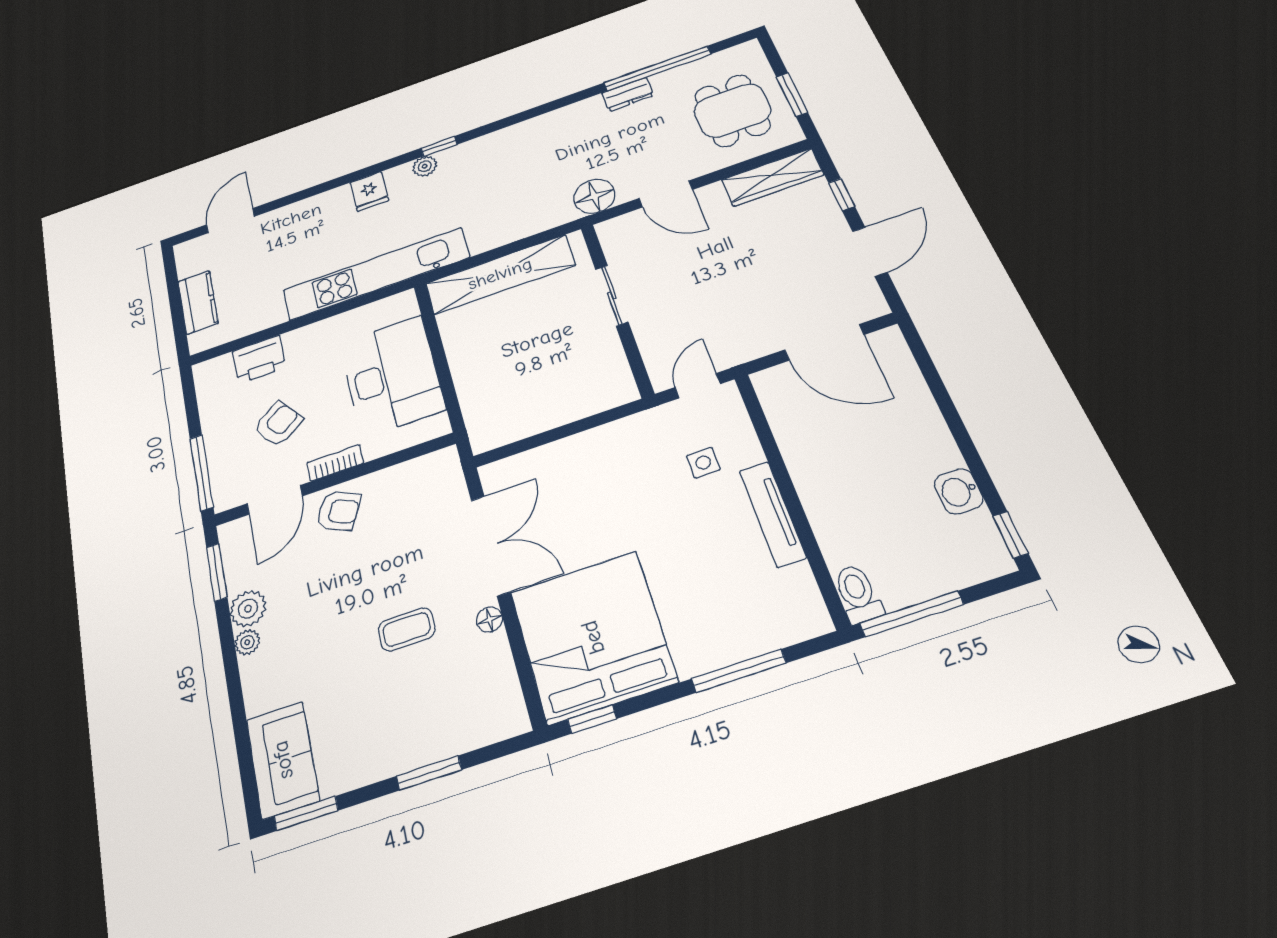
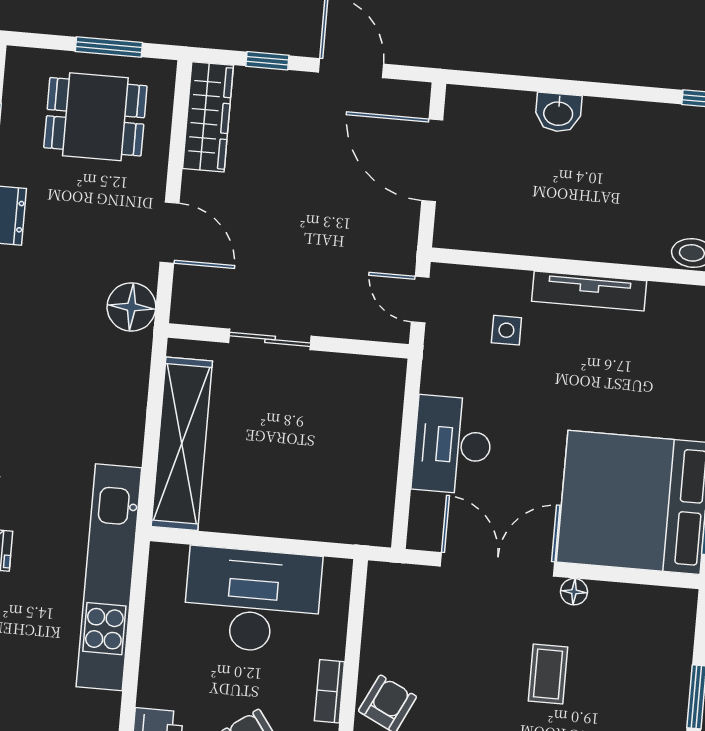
door: (666, 194) -> (170, 233), hinge flipped
door: (824, 342) -> (432, 160), swing flipped
desk: (582, 464) -> (452, 445), added
washbasin: (959, 491) -> (558, 113), moved

